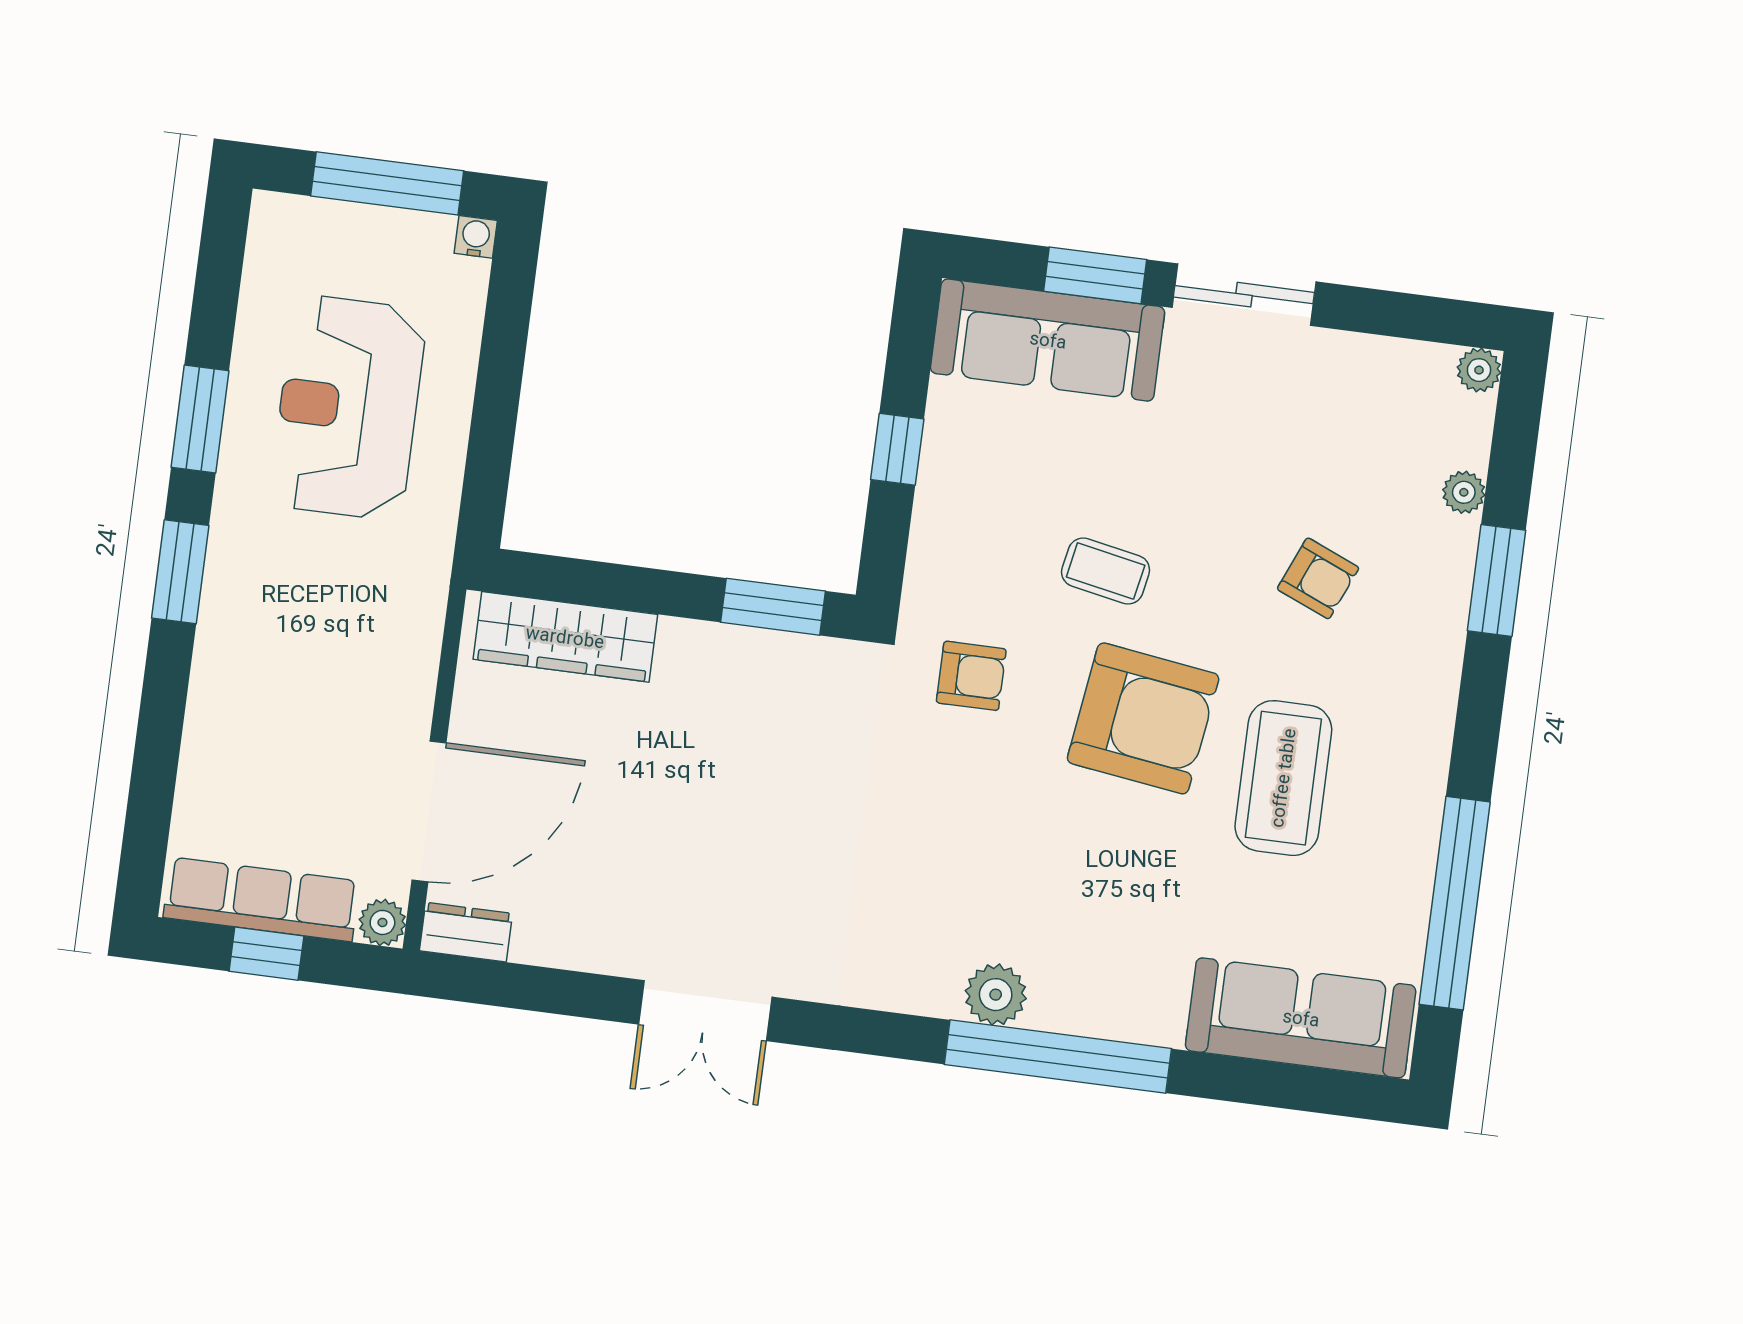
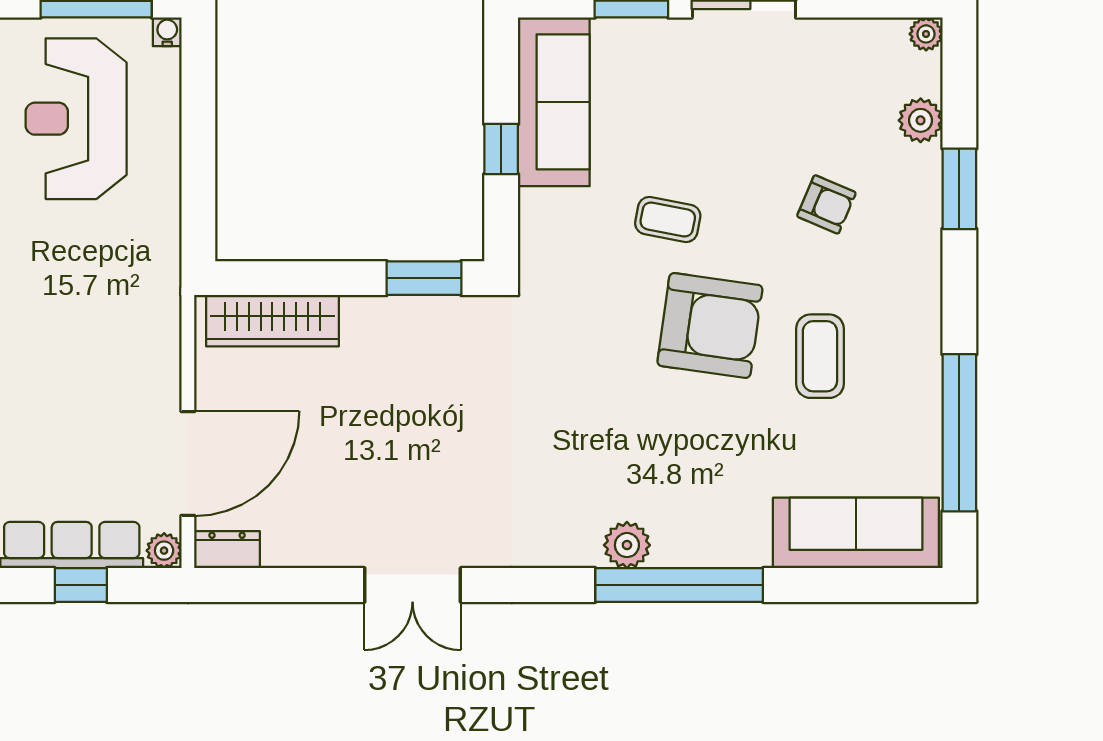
sofa: (1048, 340) -> (554, 102), moved, turned -90
reception desk: (348, 407) -> (76, 119), moved
plant: (1464, 492) -> (921, 120), width x1.38, depth x1.38
armchair: (971, 676) -> (578, 310), removed
coffee table: (1283, 778) -> (820, 356), width x0.73, depth x0.76

